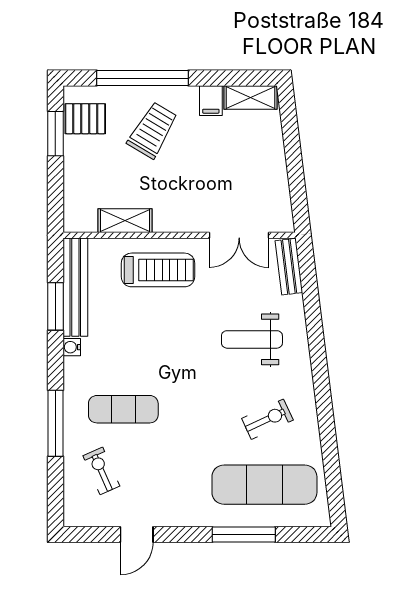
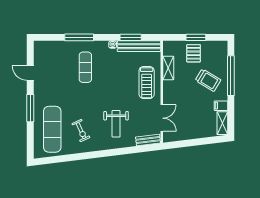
pallet: (85, 119) -> (194, 53), moved
window: (55, 134) -> (196, 37), moved
double door: (239, 235) -> (162, 118), swing flipped
weight bench: (252, 339) -> (116, 124), turned 180
exercise bike: (101, 471) -> (58, 58), removed
window: (244, 534) -> (30, 108), moved

